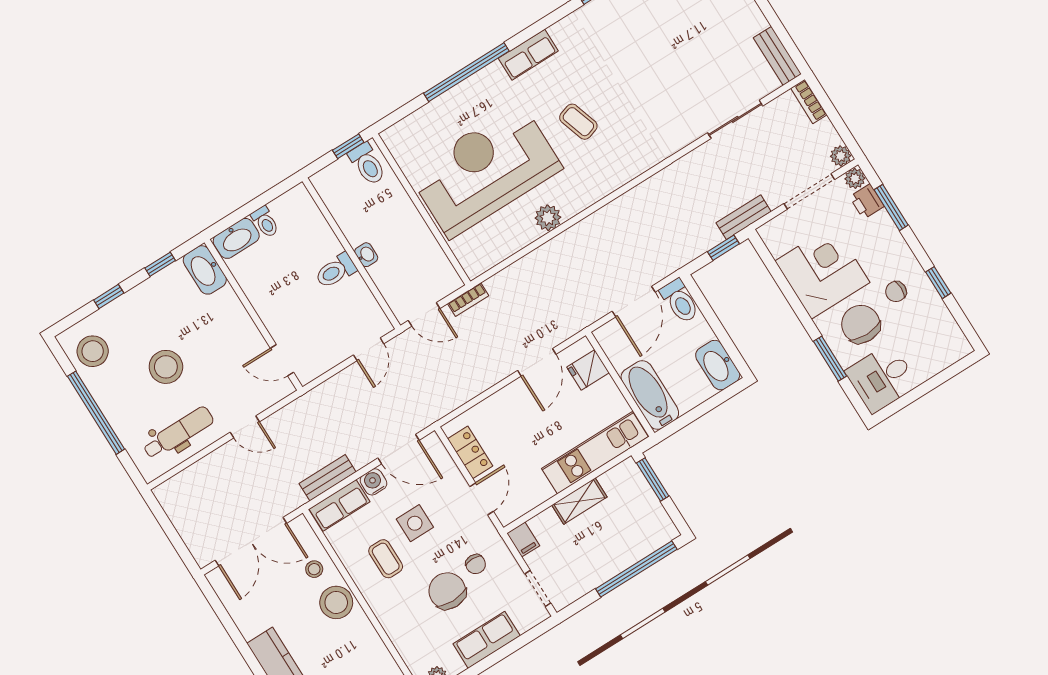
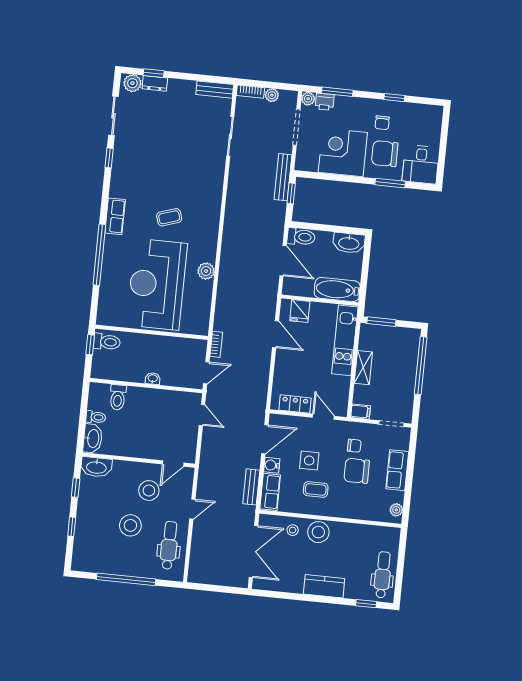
plant: (841, 156) -> (272, 95), moved
bench: (744, 217) -> (283, 177), width x1.36
toilet: (336, 271) -> (118, 397), moved
stool: (93, 351) -> (149, 491), moved

